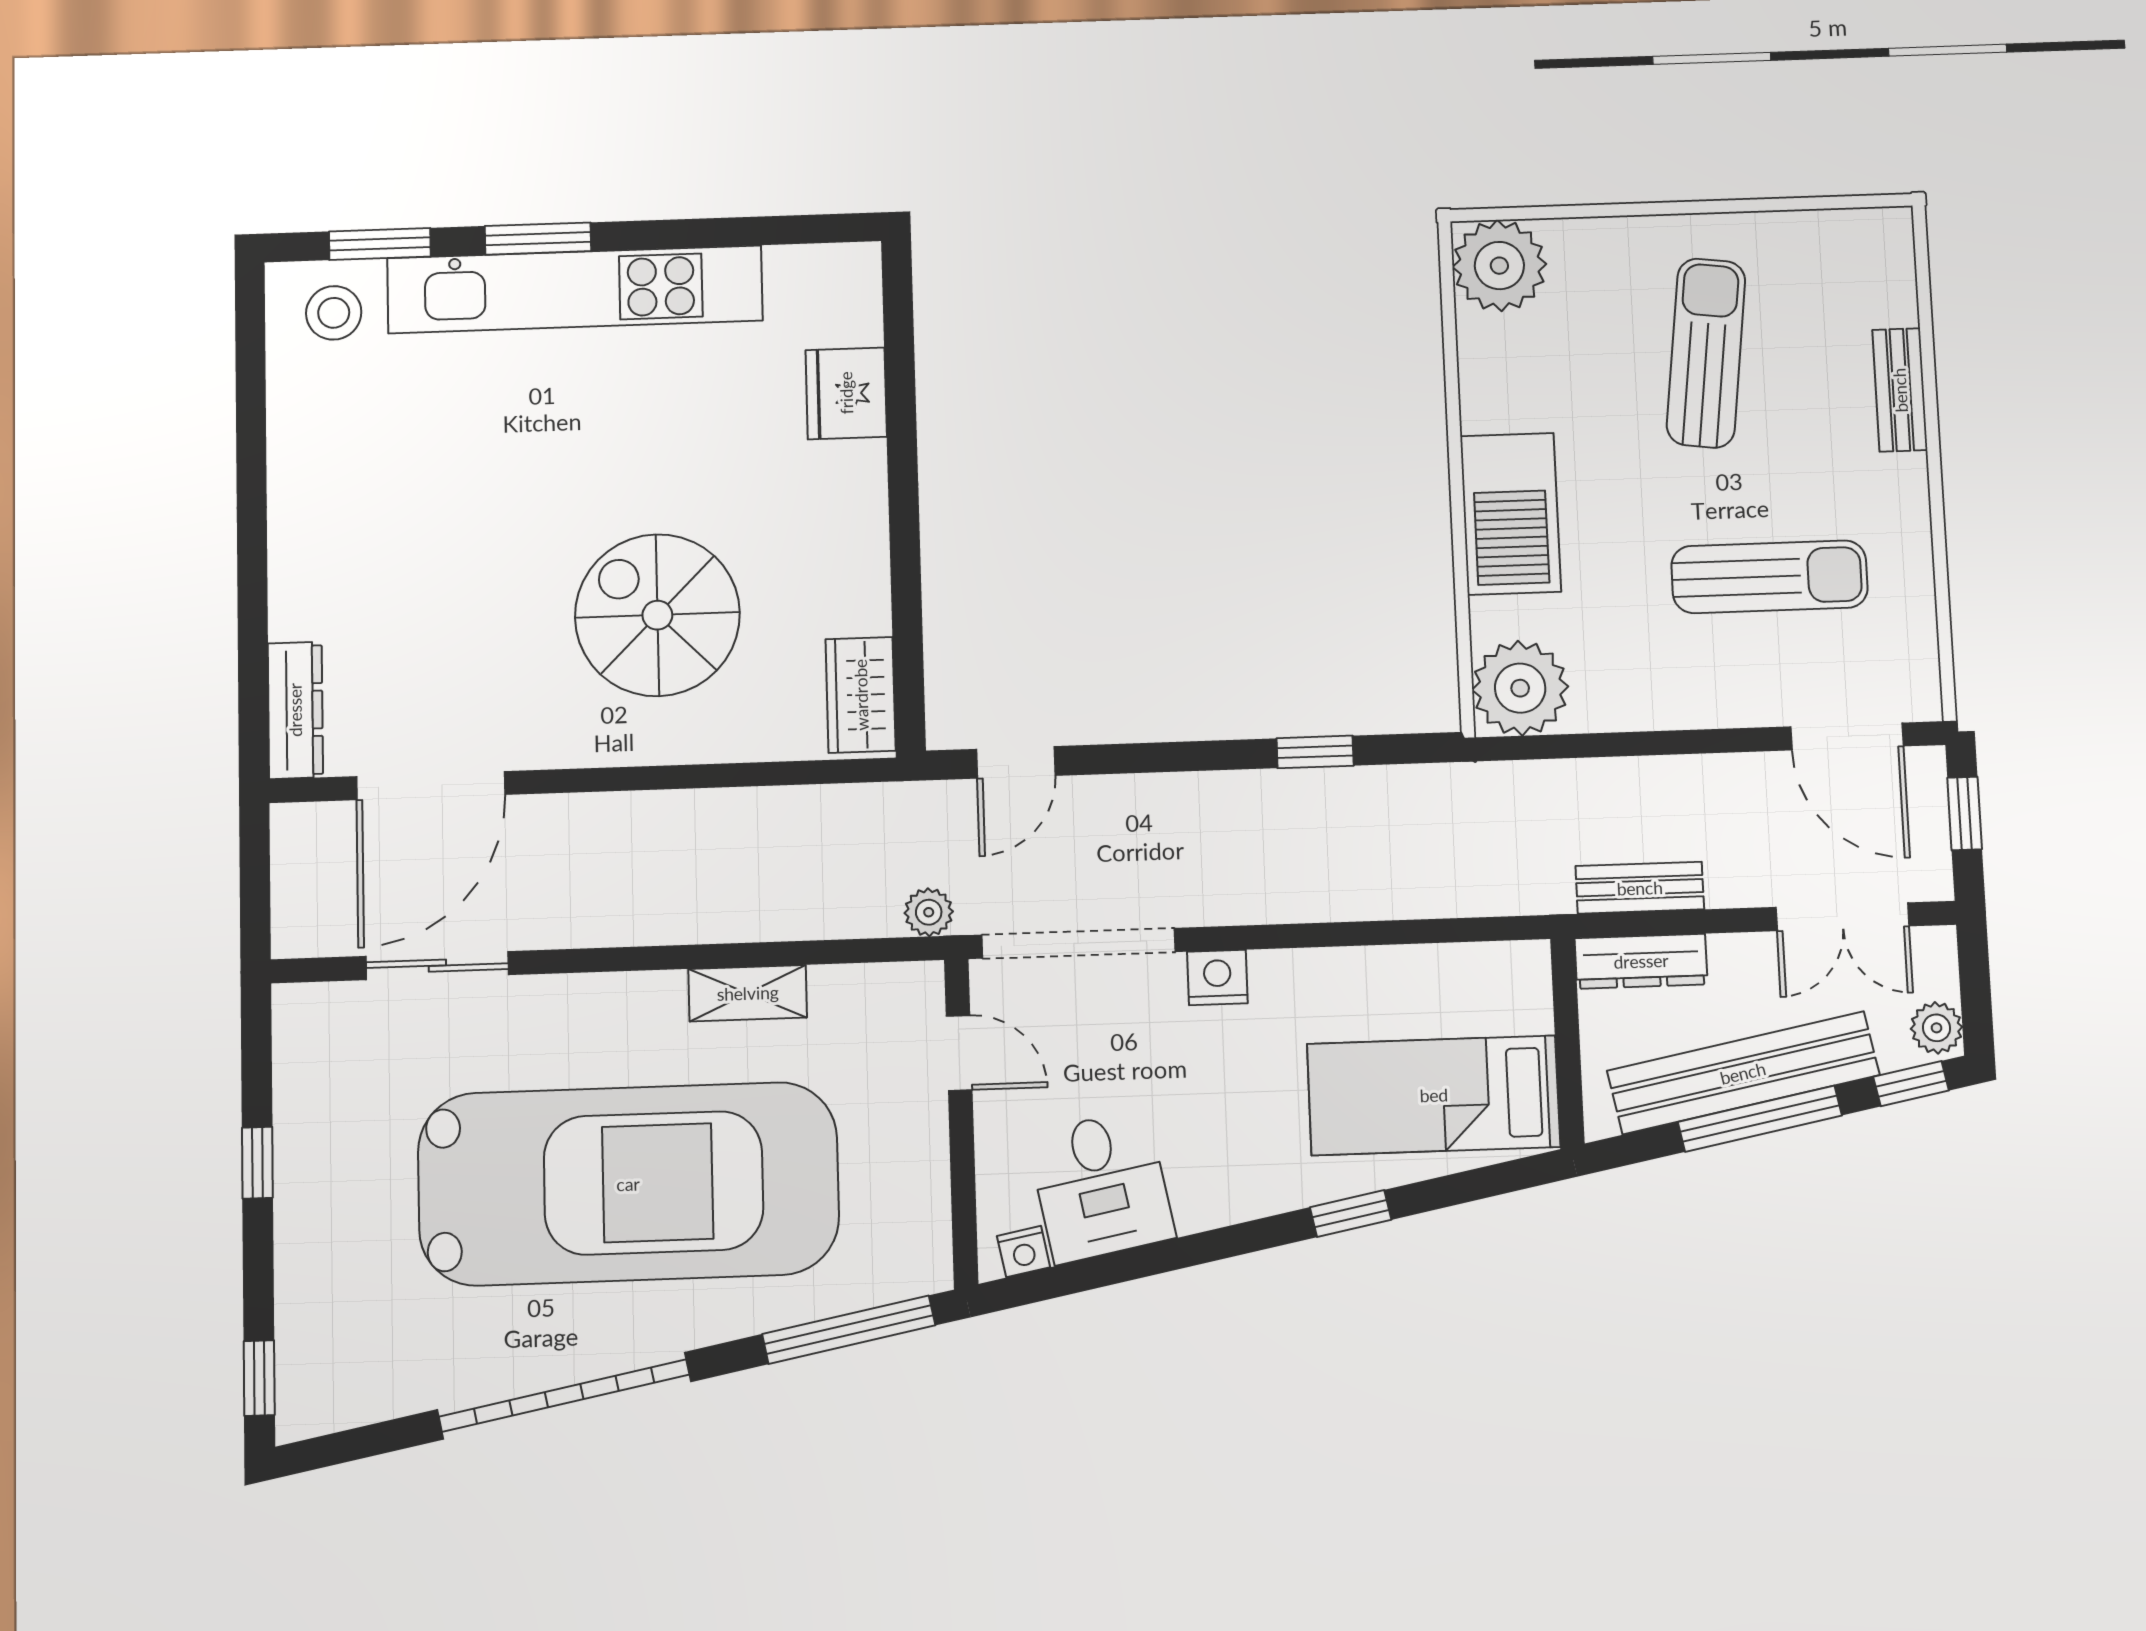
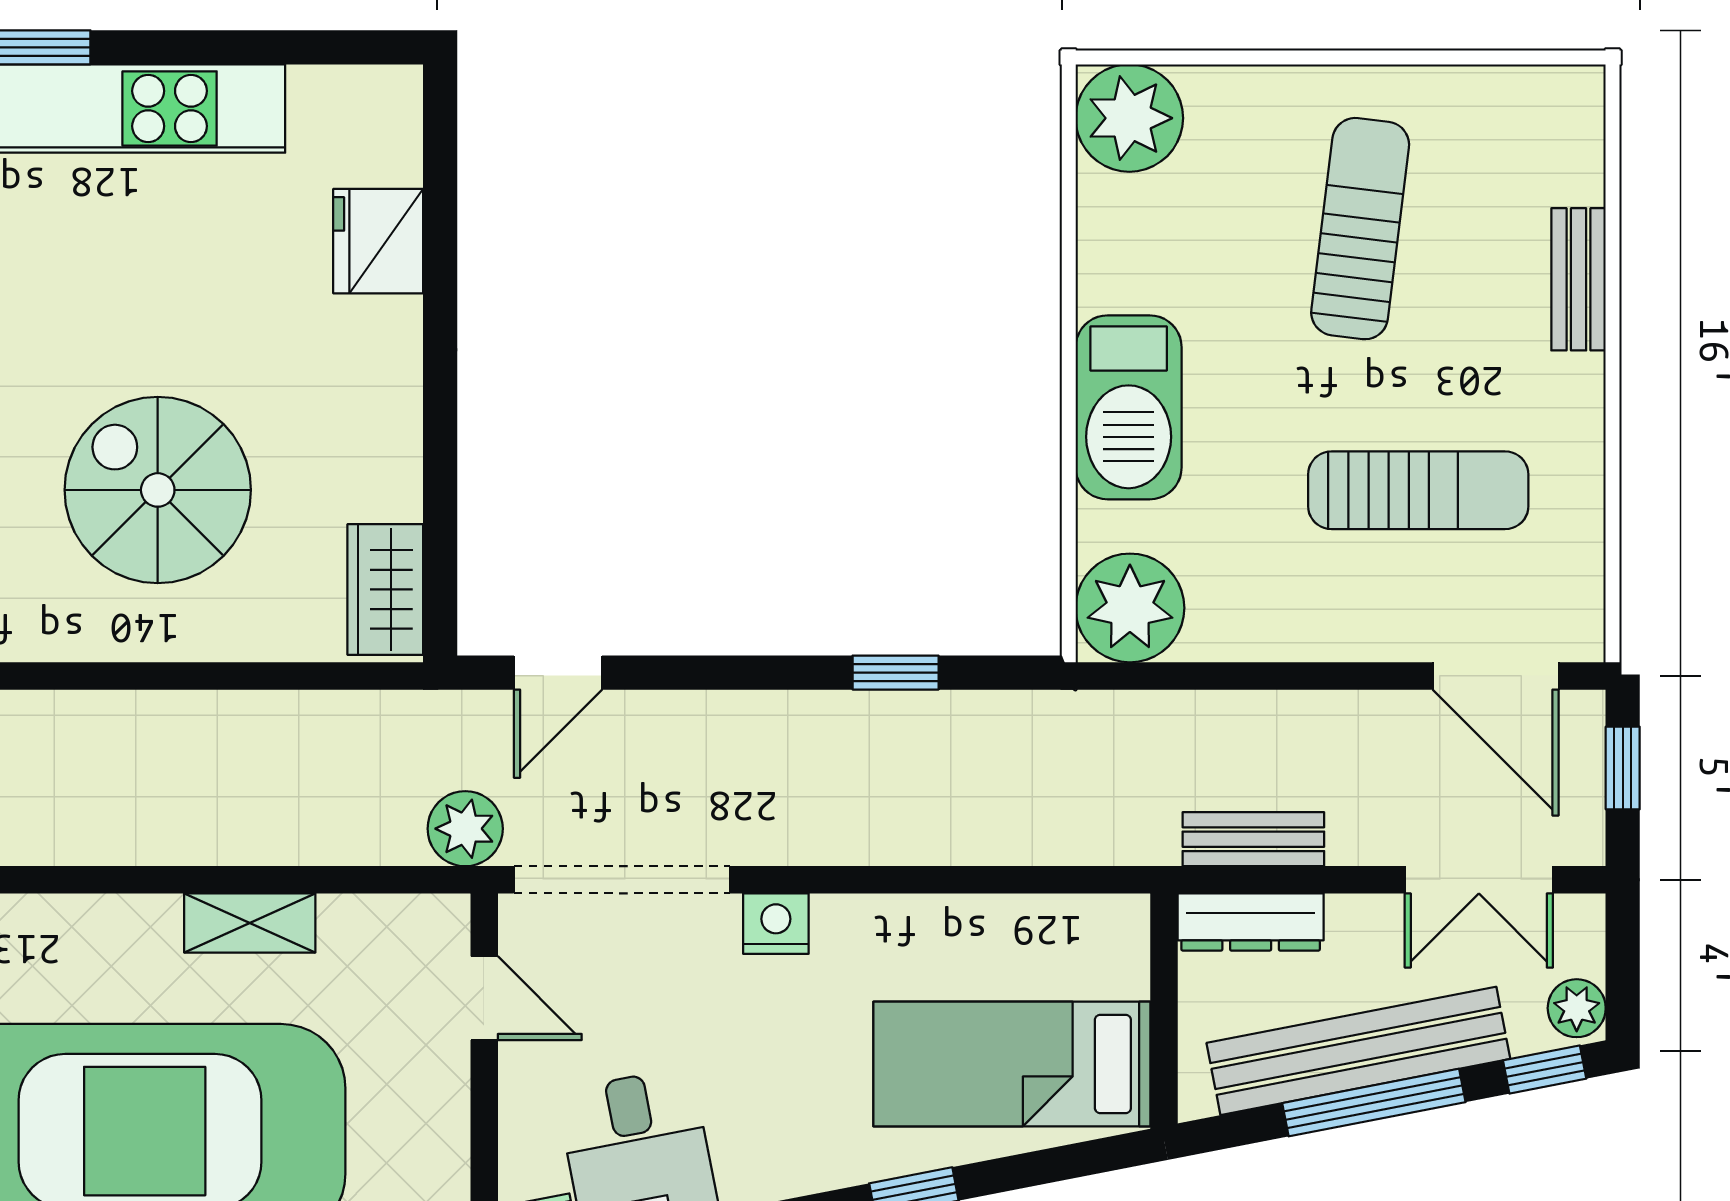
plant: (929, 912) -> (465, 829), width x1.38, depth x1.38

